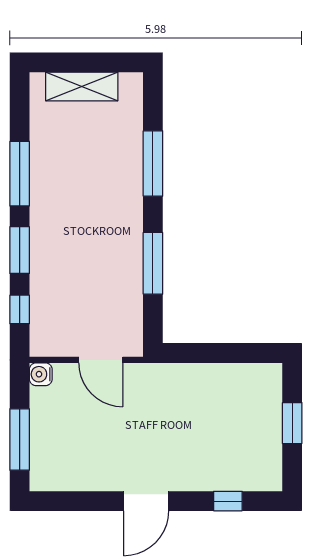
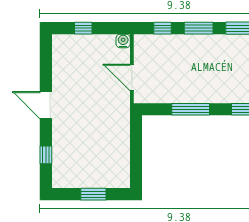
door: (101, 360) -> (132, 78), hinge flipped
window: (20, 440) -> (83, 28), width x0.46

